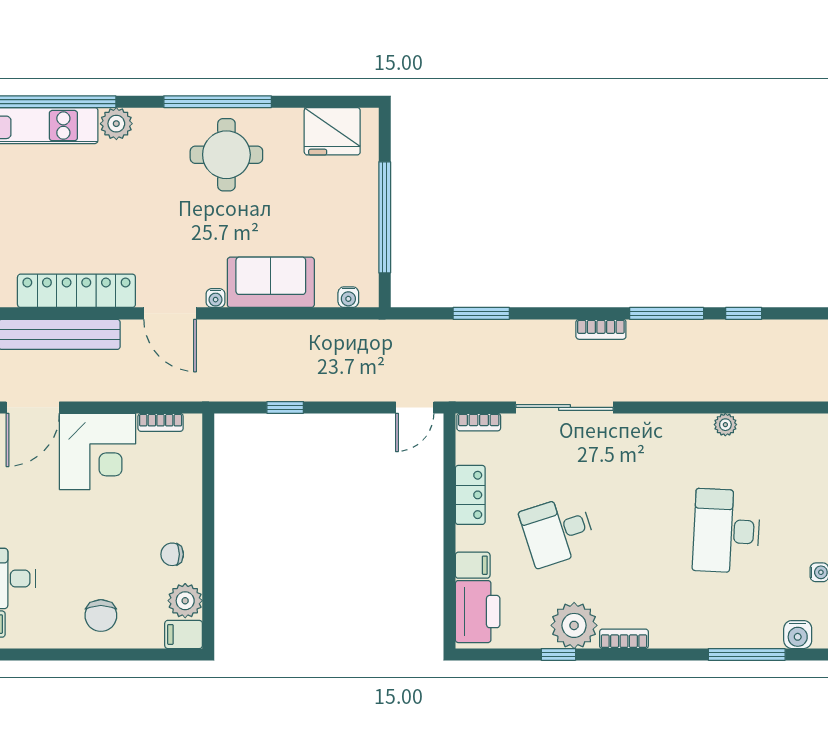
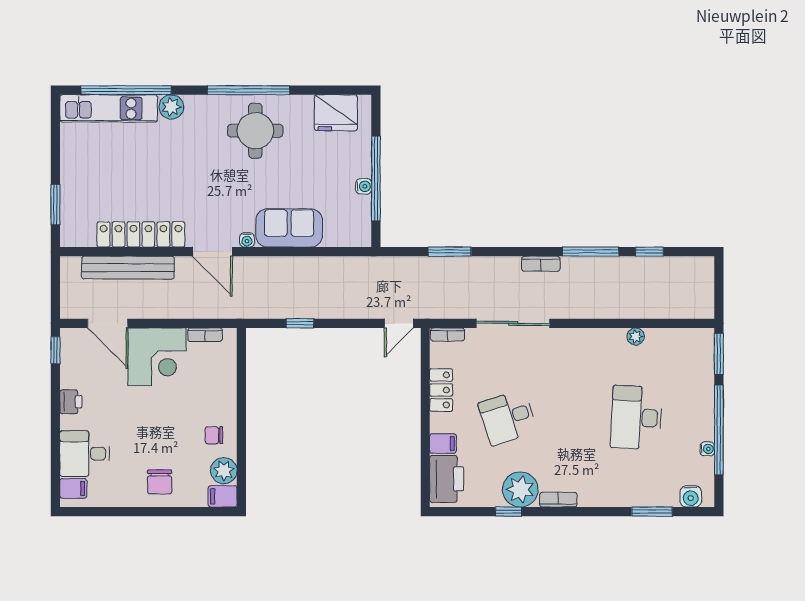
water cooler: (348, 297) -> (364, 186), moved, turned -90
door: (33, 407) -> (108, 323), hinge flipped
window: (747, 654) -> (652, 512), width x0.69

